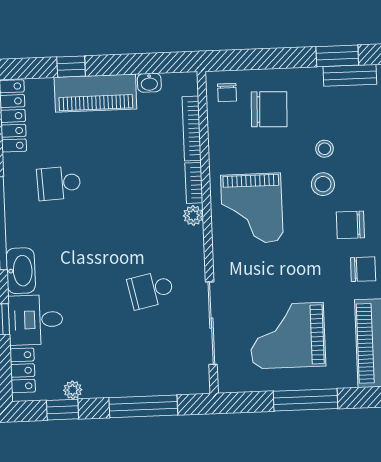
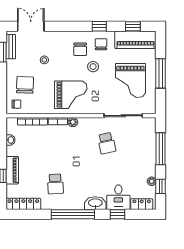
piano: (95, 93) -> (12, 170), width x0.73, depth x0.75
stool: (323, 184) -> (93, 67), moved

